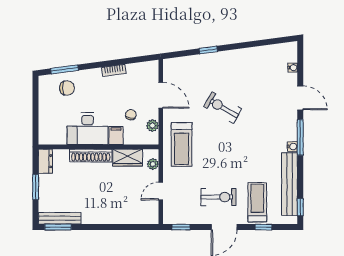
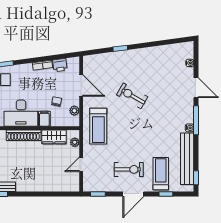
printer: (135, 70) -> (60, 65), added

